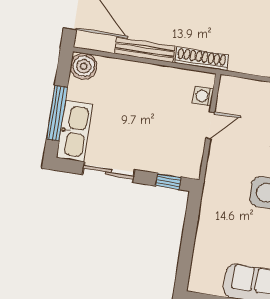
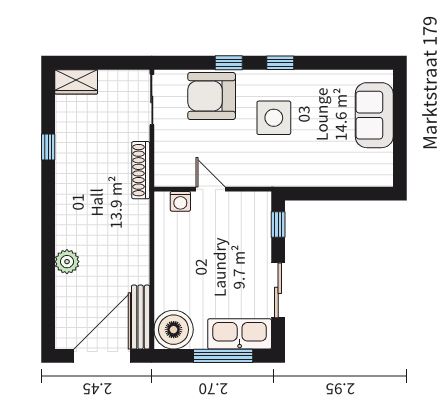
bench: (145, 50) -> (141, 317), moved
shoe rack: (202, 59) -> (141, 170), moved
boiler: (84, 66) -> (174, 330), width x1.37, depth x1.37

